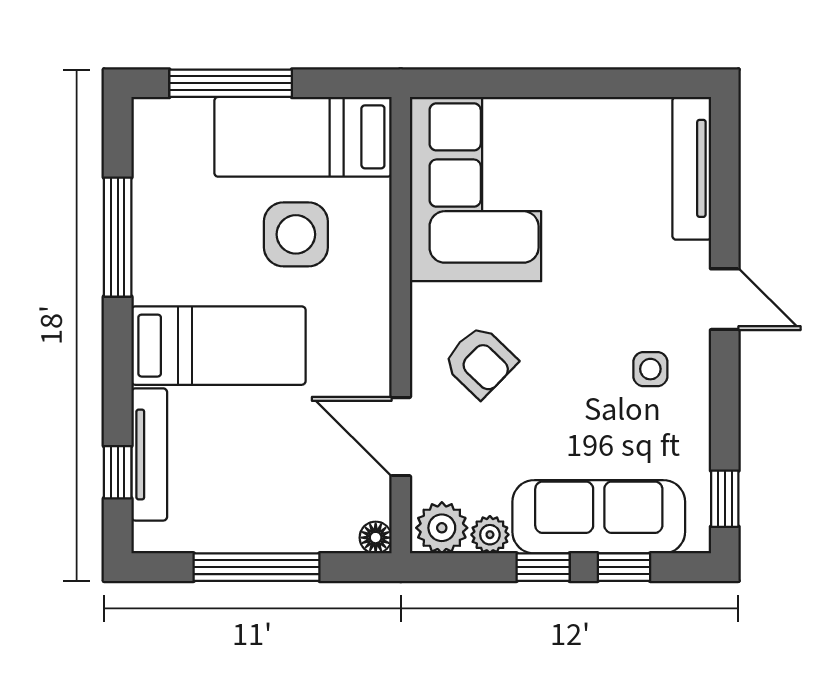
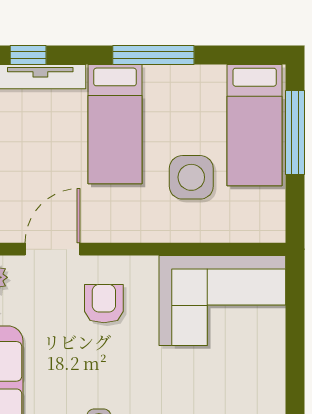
bed: (303, 137) -> (255, 125), moved, turned 180
window: (118, 237) -> (153, 55), moved
armchair: (480, 362) -> (104, 304), turned 136

